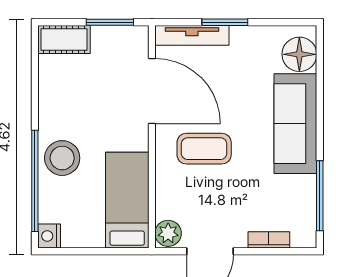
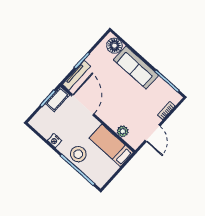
cot: (64, 40) -> (57, 99), moved
door: (152, 91) -> (83, 105), hinge flipped
coffee table: (204, 149) -> (117, 105), removed
plant: (168, 233) -> (123, 131), moved
nightstand: (49, 236) -> (55, 141), moved

